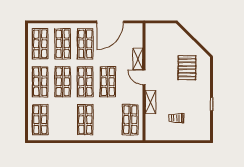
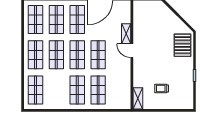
pallet: (187, 68) -> (182, 45), moved
shelving: (151, 102) -> (138, 98), moved
shop shelf: (130, 120) -> (98, 90), moved

